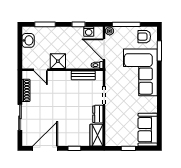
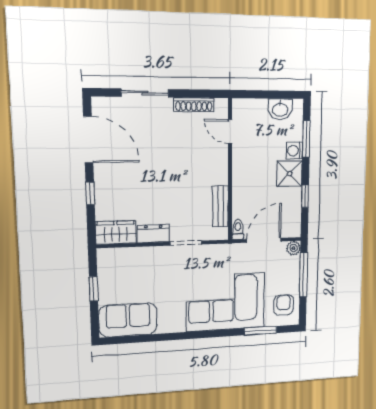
washing machine: (89, 32) -> (294, 151), moved
shower: (58, 61) -> (290, 174), moved
door: (41, 70) -> (230, 132), hinge flipped

